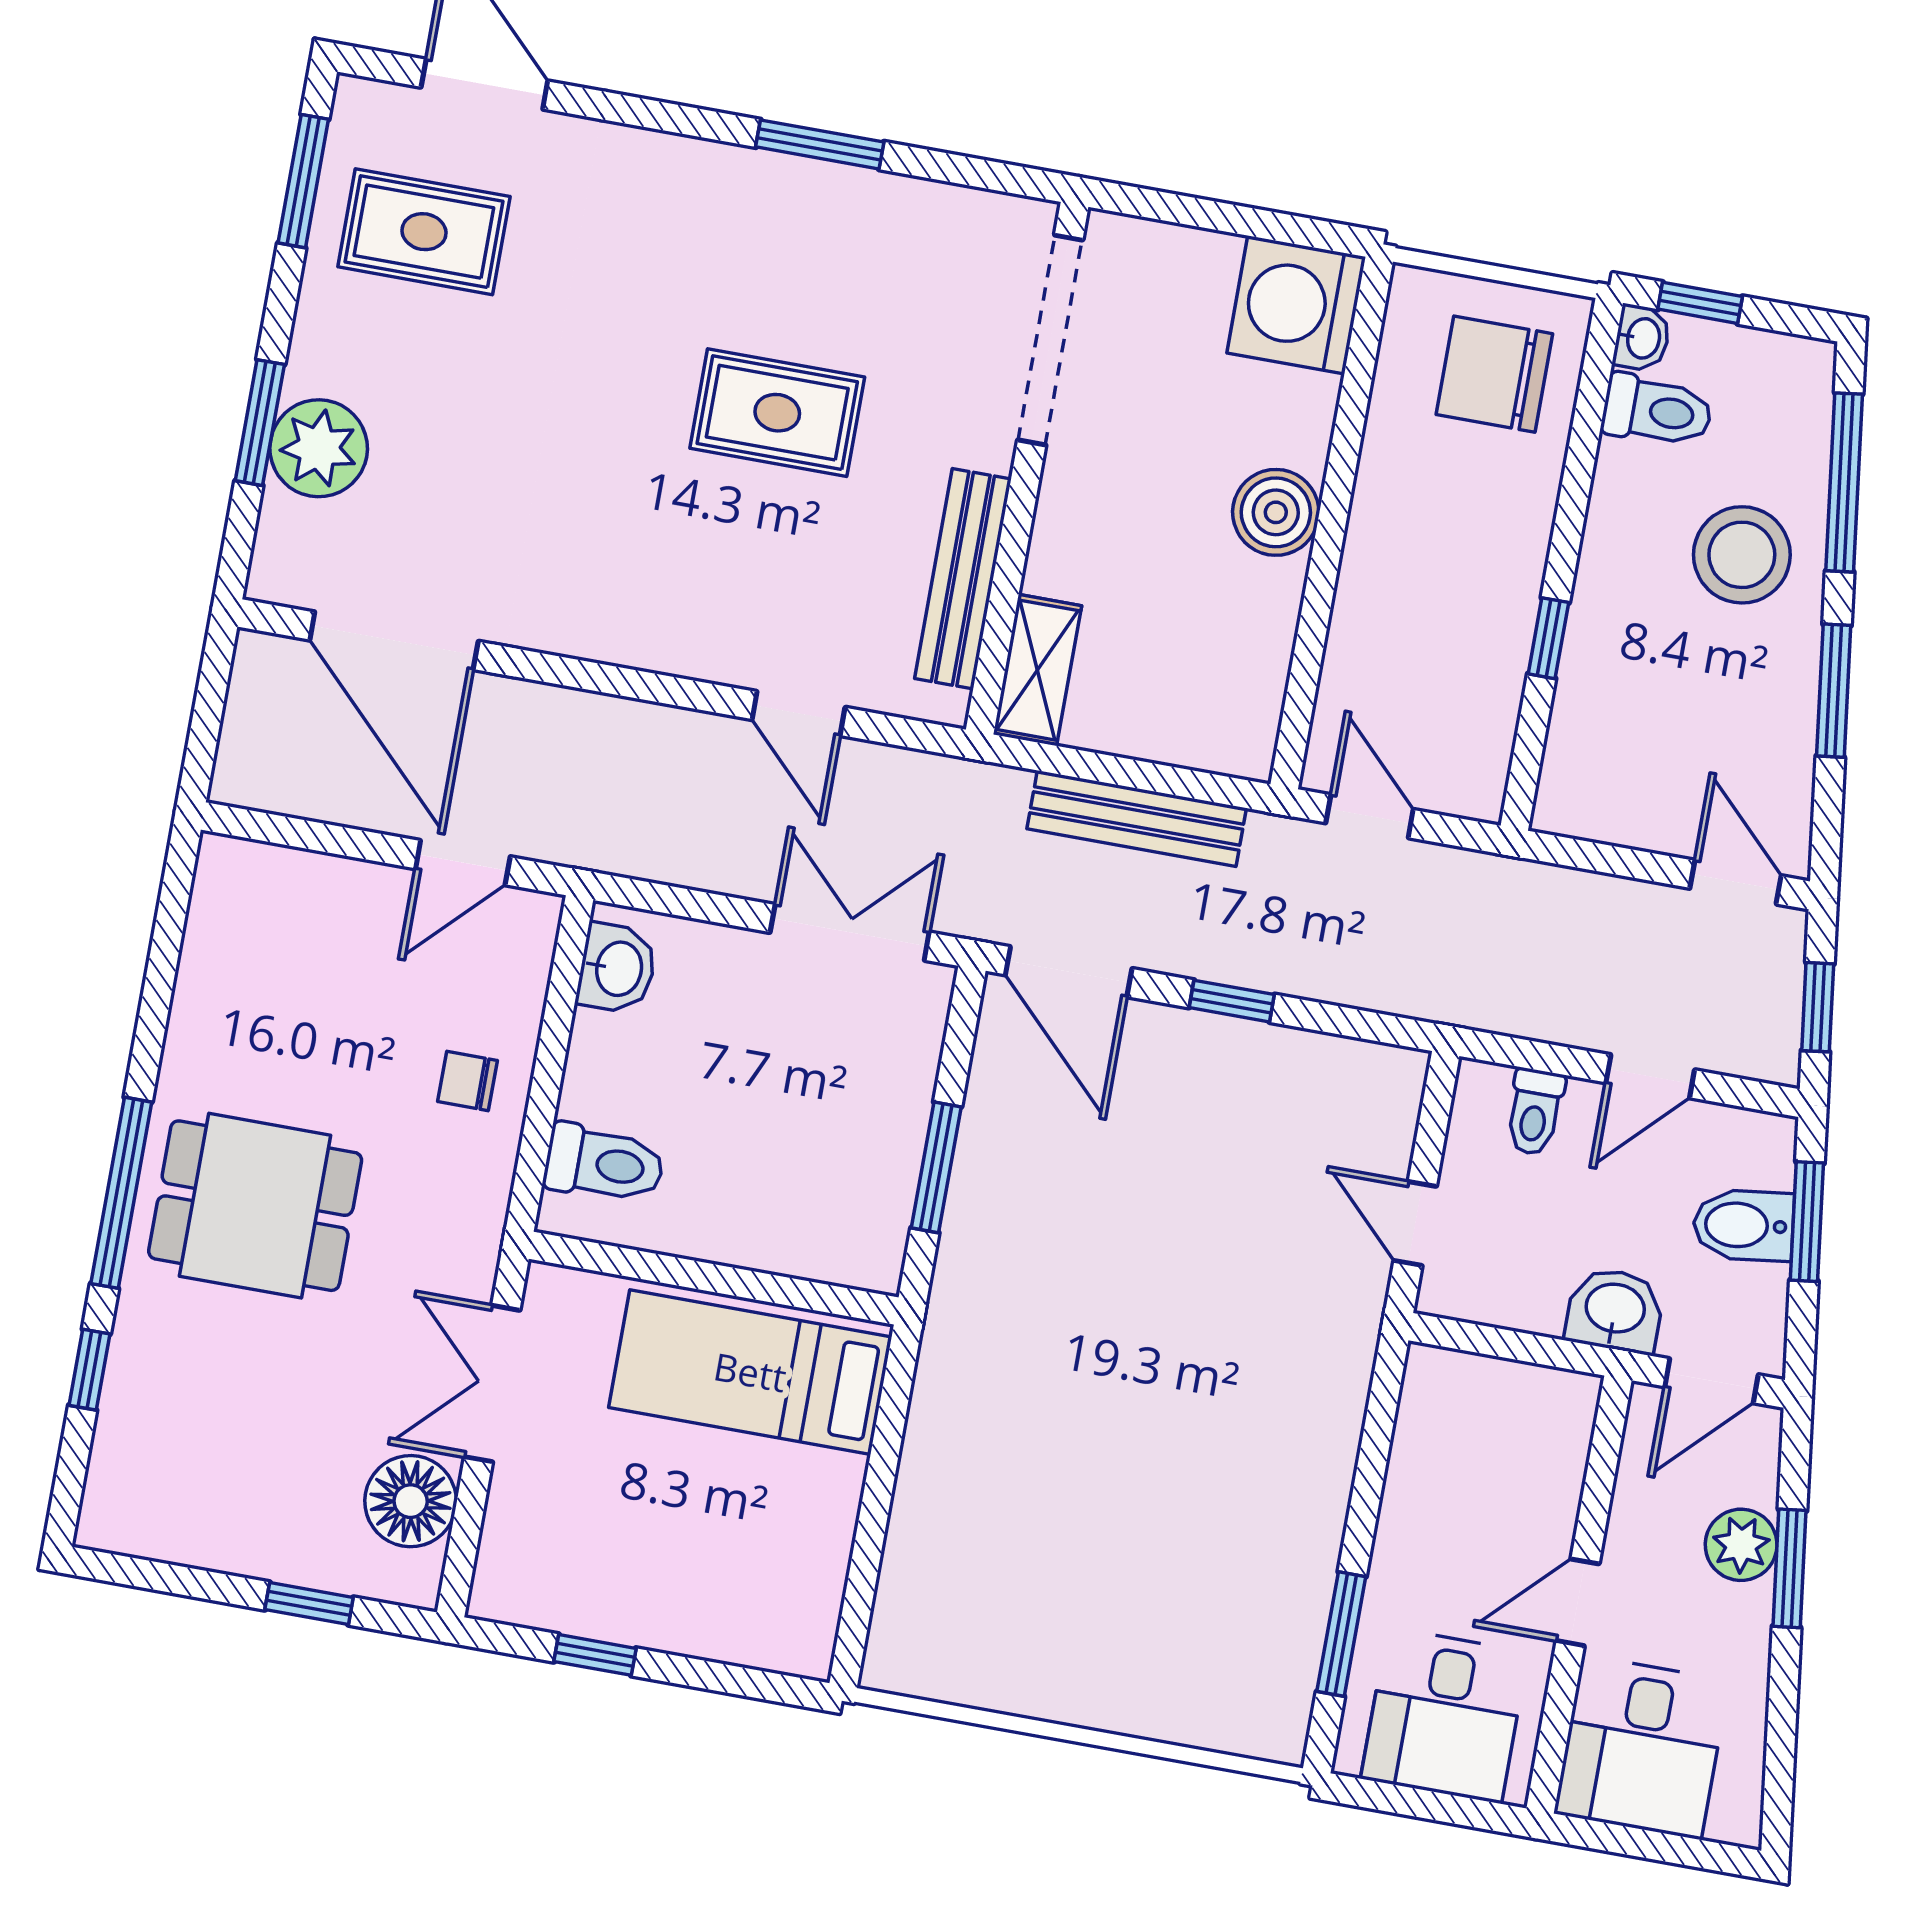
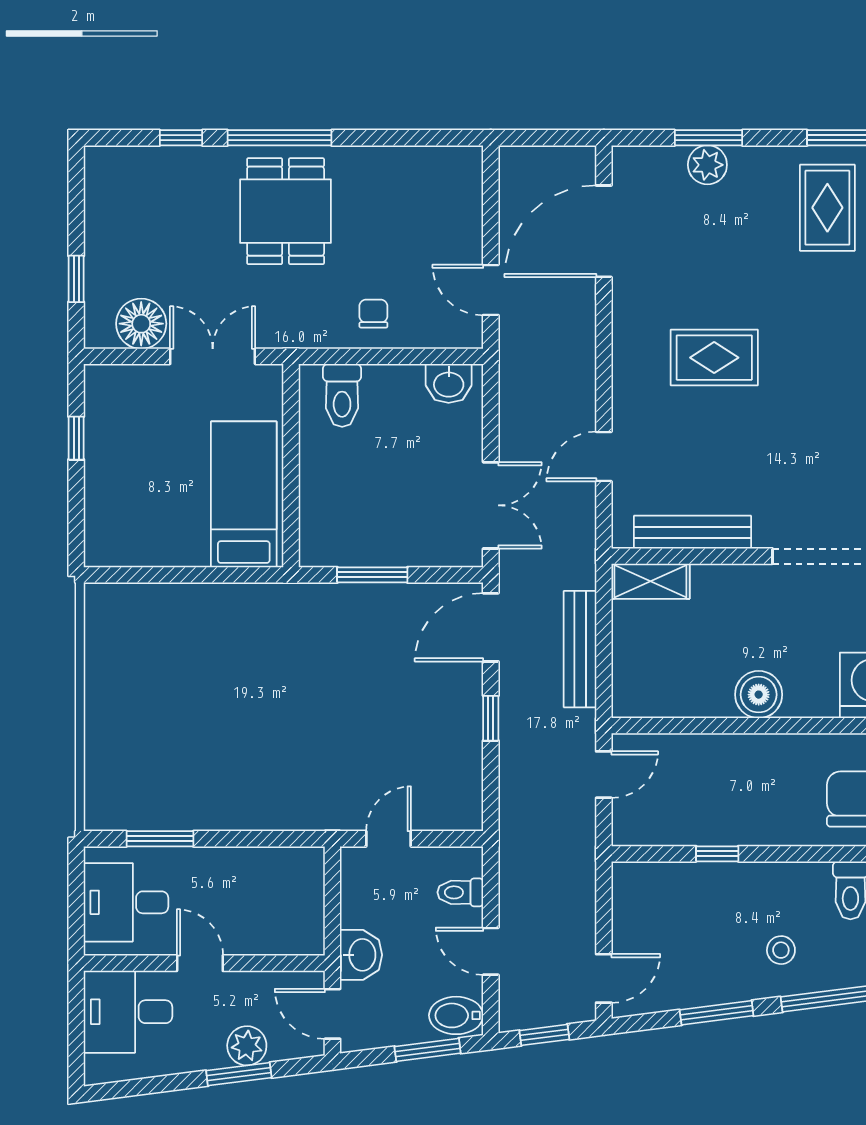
rug: (777, 413) -> (714, 358), moved, turned 90
plant: (319, 448) -> (707, 165), width x0.73, depth x0.73
stool: (1742, 555) -> (781, 950), width x0.53, depth x0.53
bidet: (1743, 1225) -> (456, 1015), moved, turned -83

